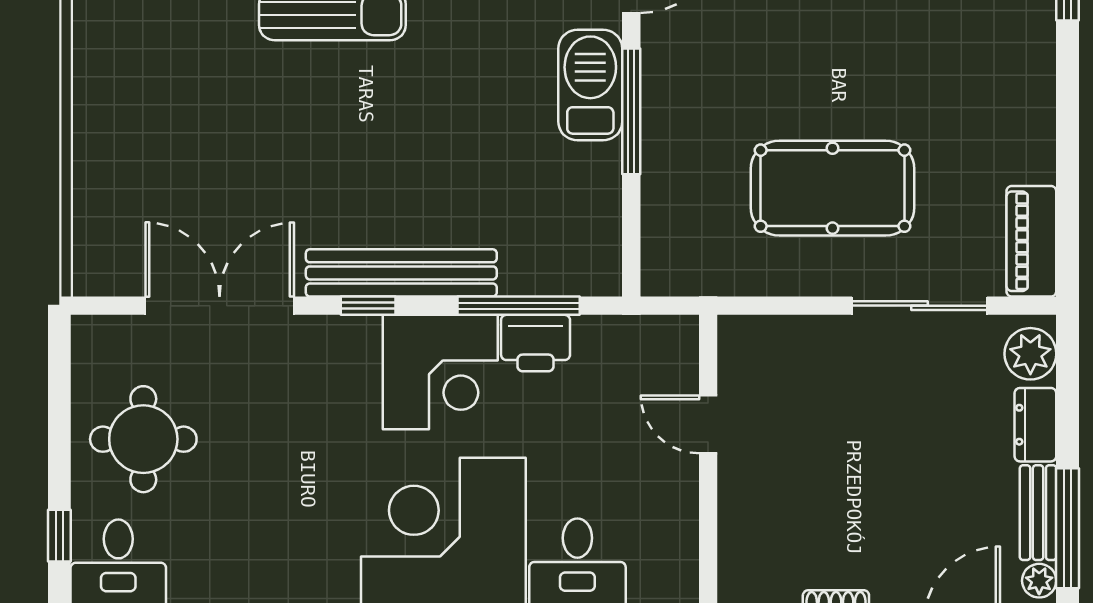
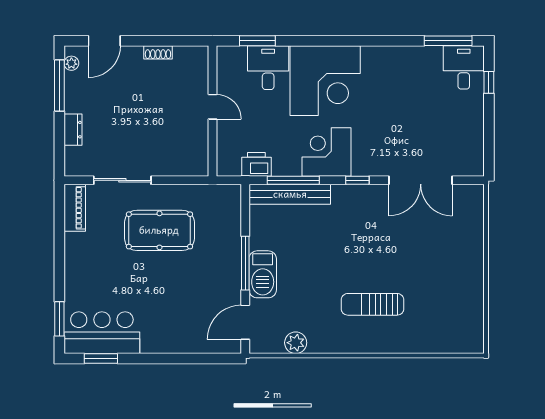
bench: (401, 273) -> (290, 194), moved
printer: (536, 343) -> (256, 164), moved
plant: (1030, 354) -> (75, 160), removed
door: (708, 424) -> (212, 107), moved
round table: (143, 439) -> (453, 123), removed
bench: (1038, 513) -> (72, 92), removed

